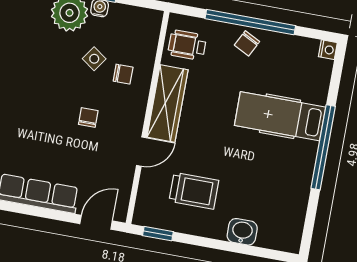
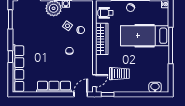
hospital bed: (280, 116) -> (145, 36), width x1.37, depth x1.29
door: (141, 152) -> (94, 81), moved
washbasin: (242, 232) -> (155, 87), moved

